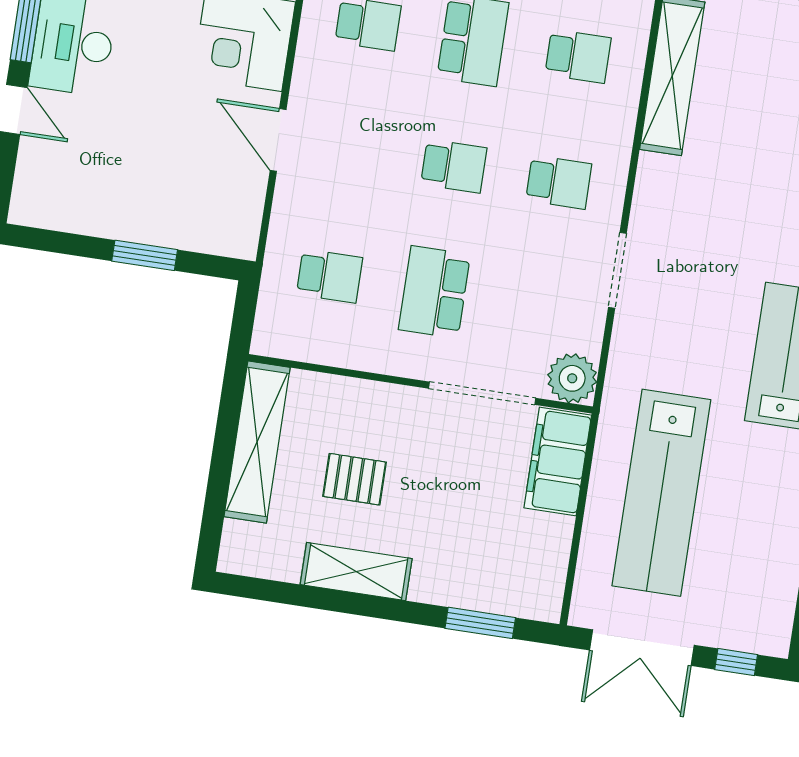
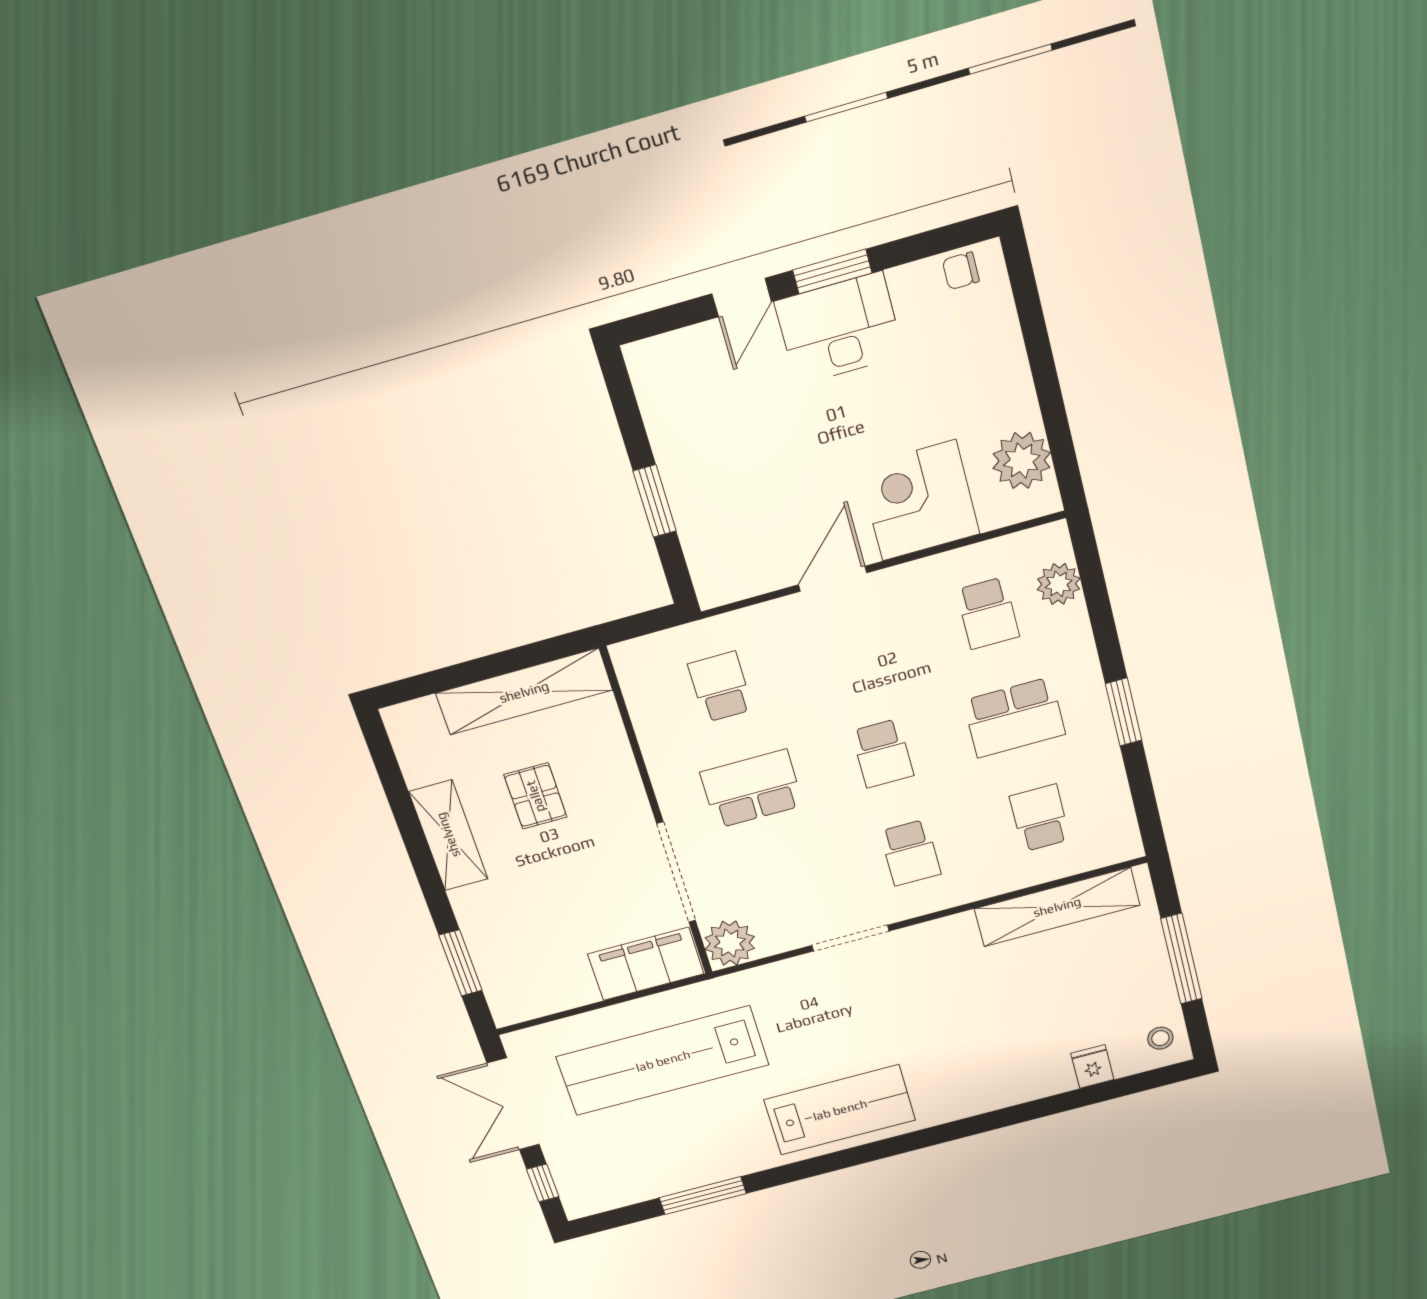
school desk: (578, 56) -> (1040, 818), turned 180
school desk: (329, 276) -> (720, 687), turned 180

